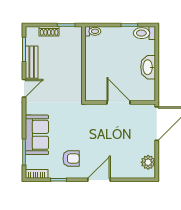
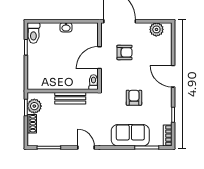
toilet: (93, 31) -> (94, 82), moved
plant: (68, 34) -> (34, 106), added
bench: (32, 62) -> (70, 98), moved
washbasin: (148, 67) -> (66, 27), width x0.52, depth x0.69
armchair: (124, 129) -> (124, 52), added
armchair: (71, 159) -> (134, 98), moved

